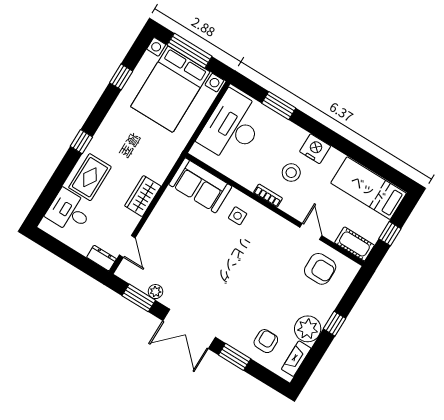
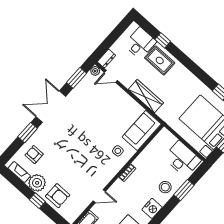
desk: (232, 127) -> (182, 159), width x0.73, depth x0.77
window: (81, 142) -> (163, 40), moved
stool: (291, 173) -> (165, 187), moved
wardrobe: (143, 196) -> (146, 96), width x1.50
armchair: (320, 269) -> (58, 196), moved, turned -90
plant: (155, 292) -> (95, 71), moved
armchair: (266, 341) -> (34, 155), turned 180

